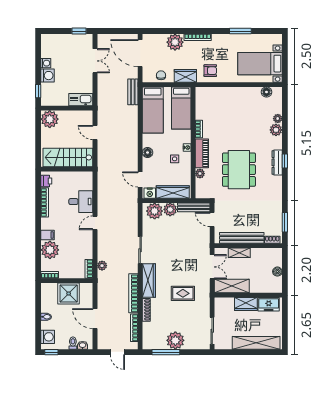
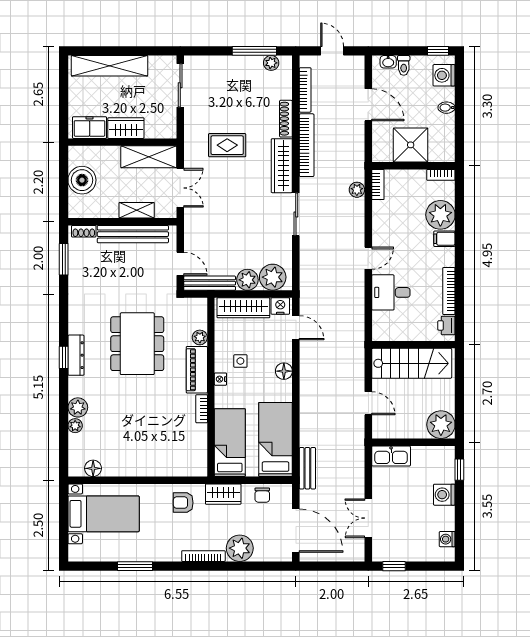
washing machine: (46, 63) -> (447, 539), moved
double door: (212, 267) -> (180, 188), swing flipped
boiler: (277, 272) -> (82, 180), width x1.86, depth x1.86
plant: (175, 340) -> (271, 63), moved, width x0.53, depth x0.53

